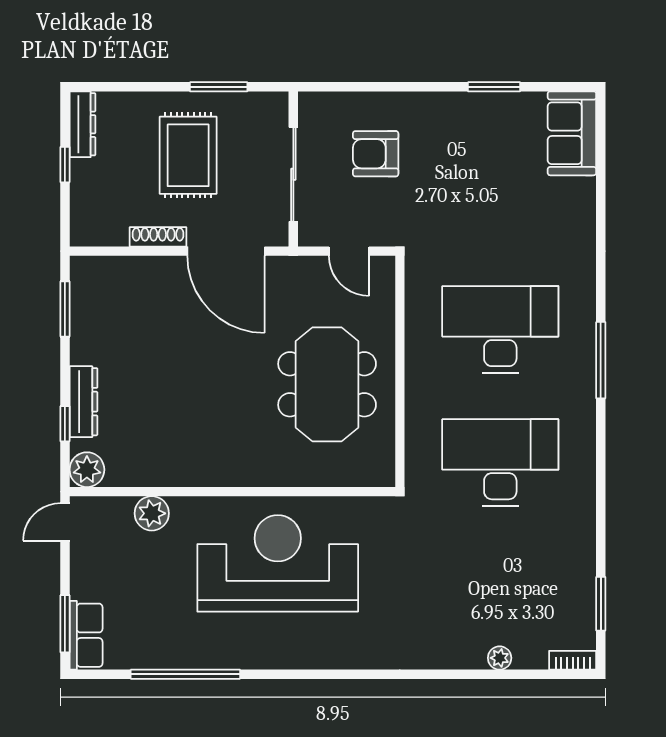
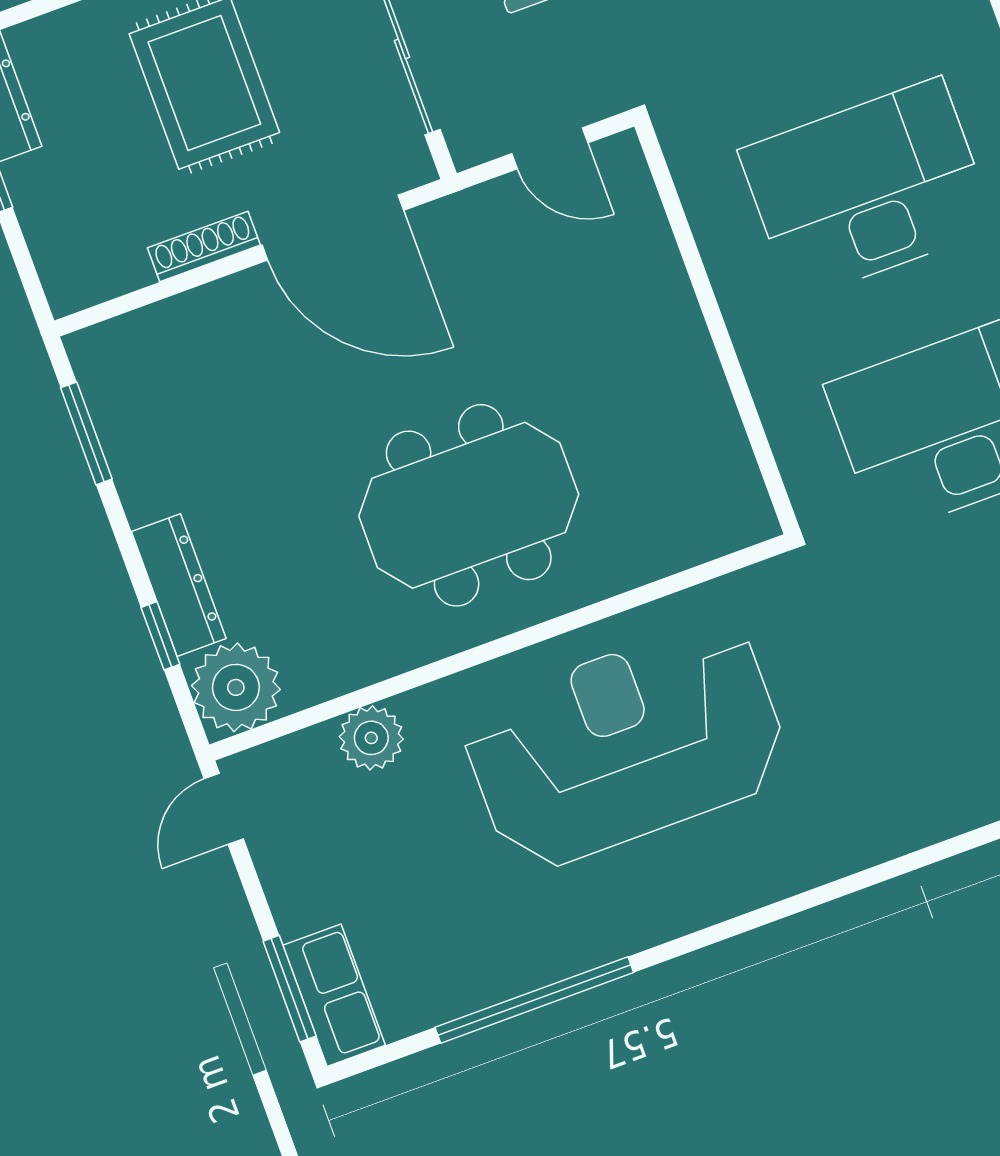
meeting table: (327, 384) -> (469, 505), moved, turned 90
plant: (87, 470) -> (236, 687), width x1.36, depth x1.36

